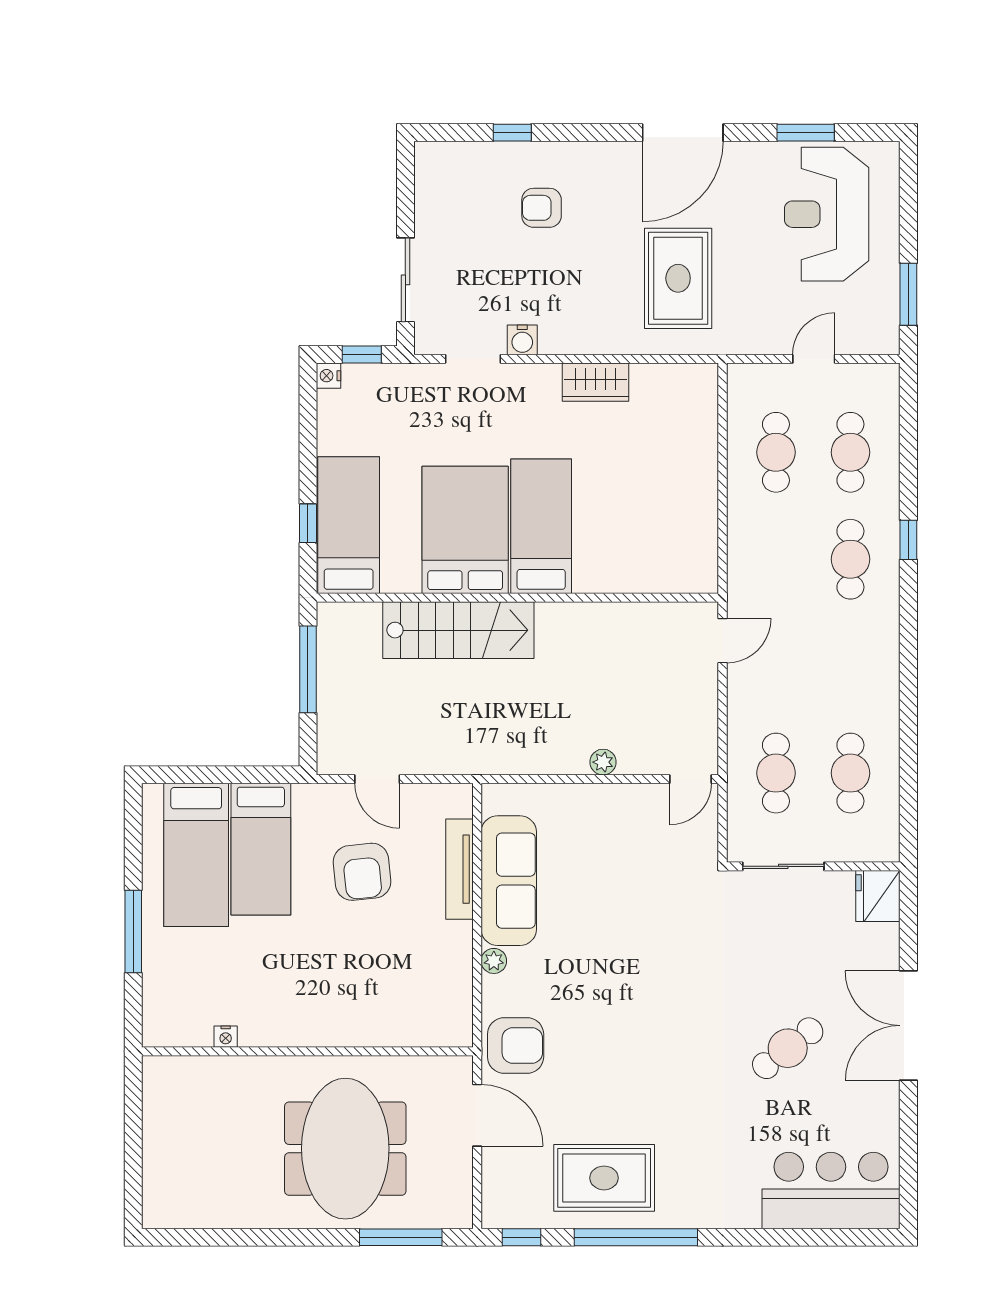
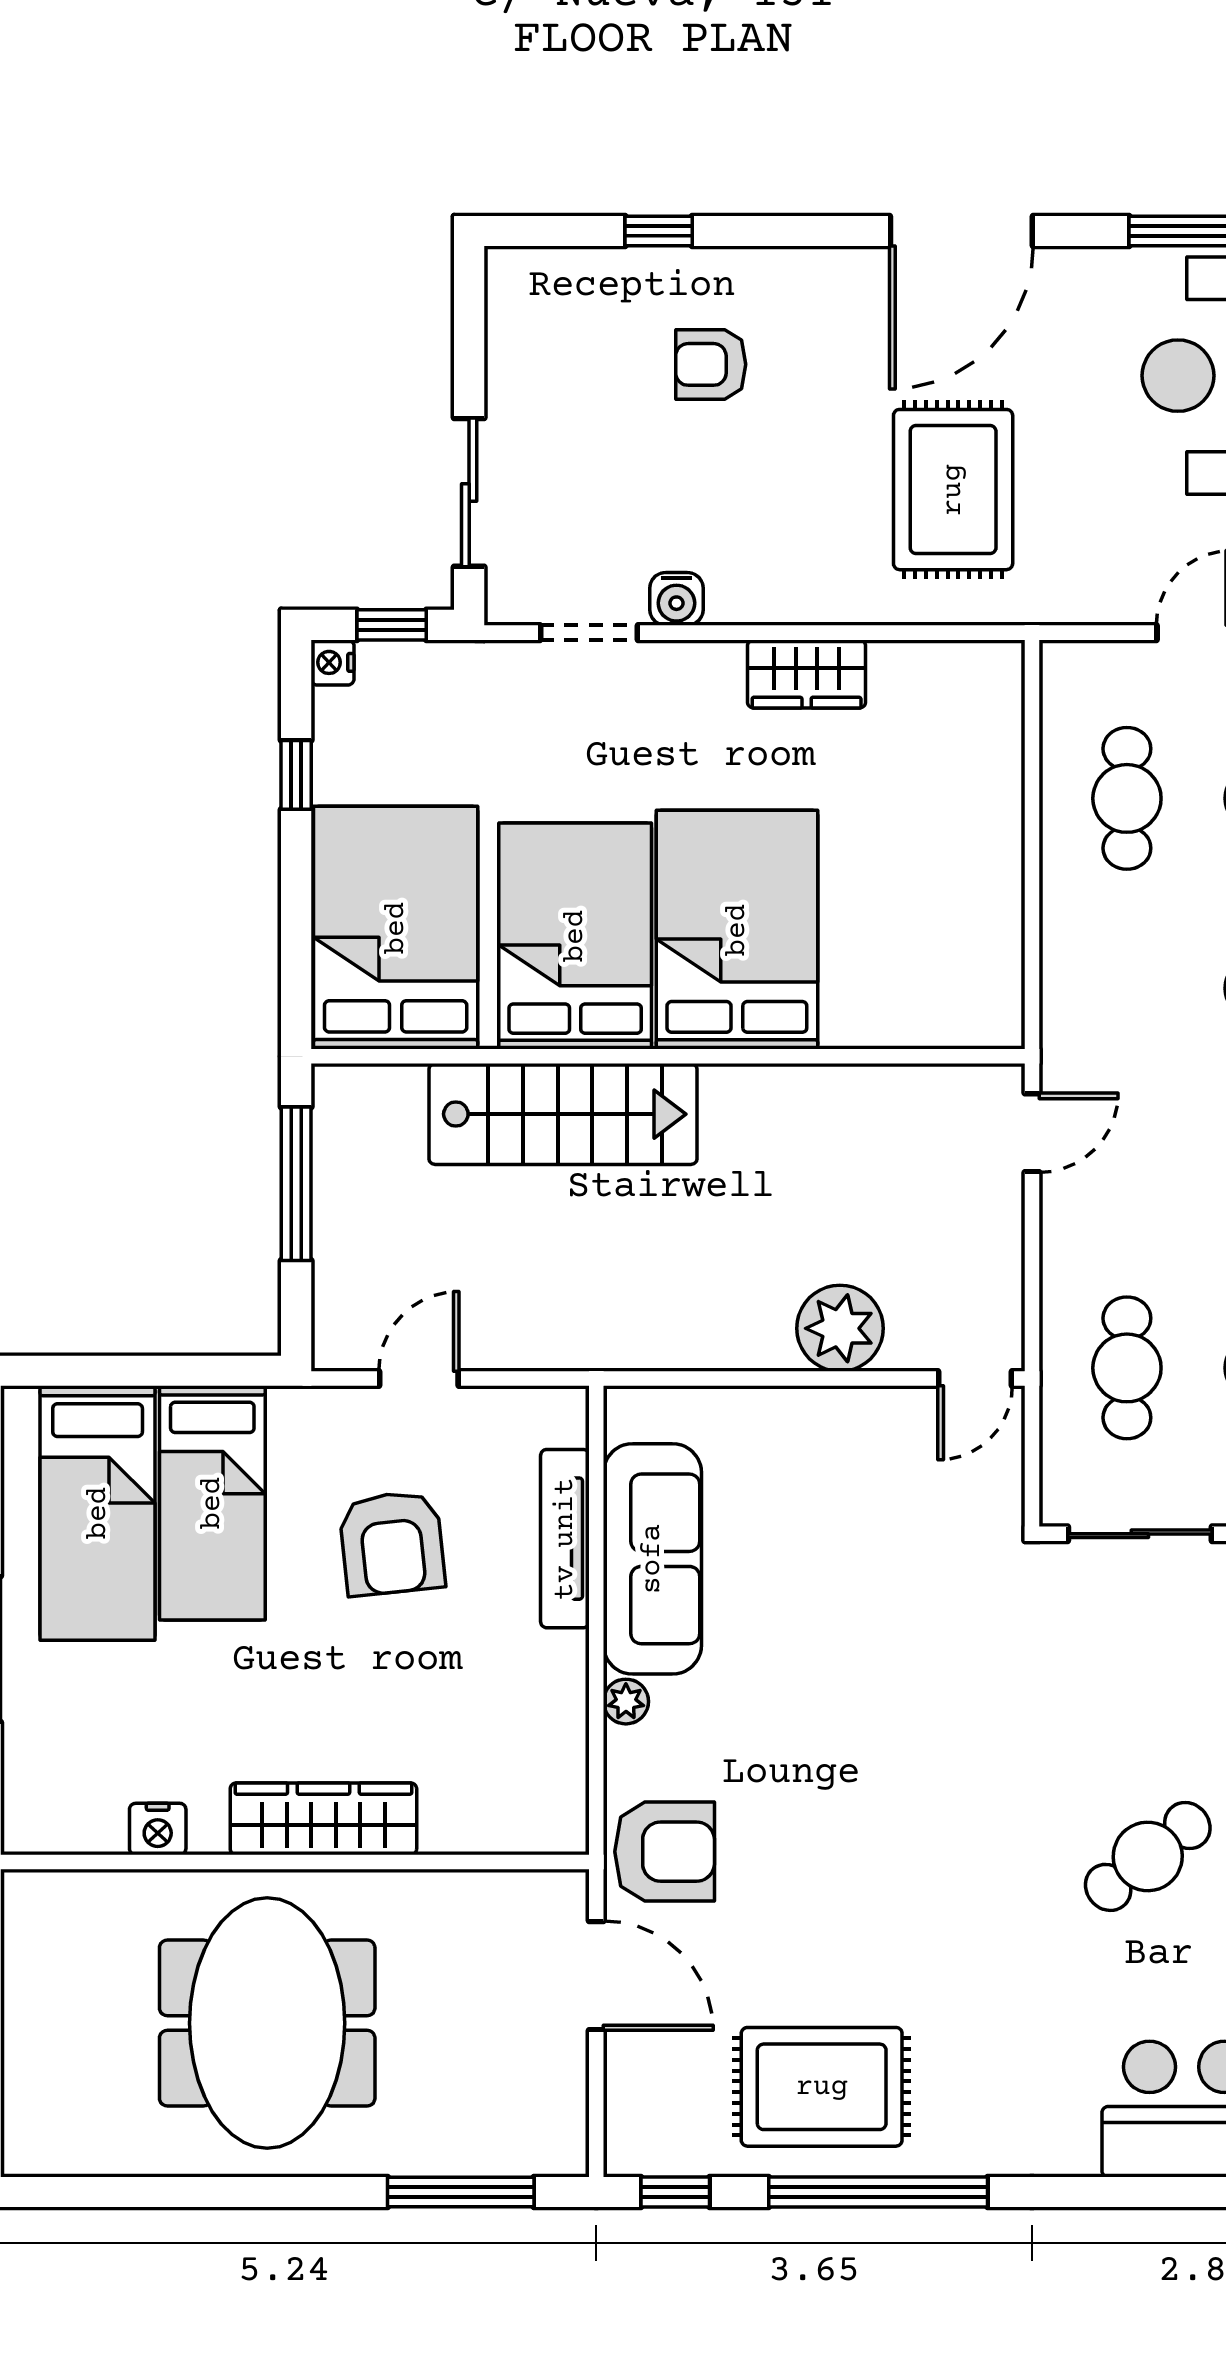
window: (308, 523) -> (296, 775), moved
bed: (349, 525) -> (396, 928), width x1.50
bed: (541, 526) -> (737, 930), width x1.50
plant: (603, 762) -> (840, 1328), width x1.88, depth x1.88
door: (377, 779) -> (419, 1379), swing flipped
wardrobe: (323, 1027) -> (323, 1819), added
nightstand: (226, 1037) -> (158, 1829), width x1.39, depth x1.35
meeting table: (345, 1149) -> (267, 2023), moved

